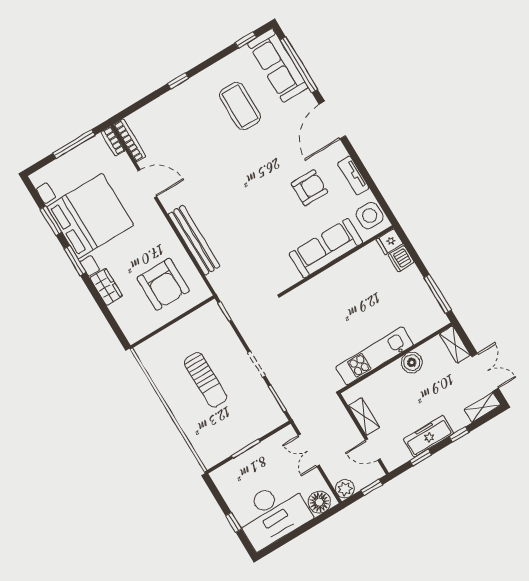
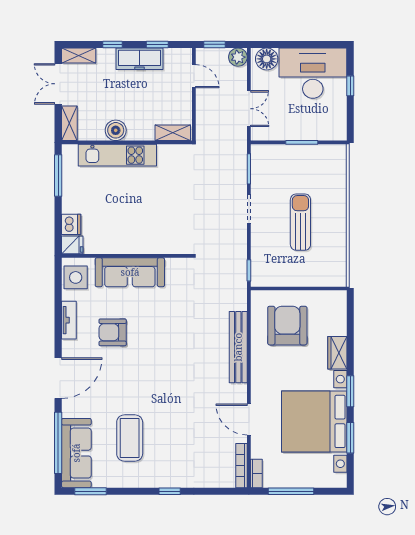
window: (246, 40) -> (91, 491), width x1.50
kitchen unit: (375, 356) -> (117, 155), moved
shelving: (364, 417) -> (173, 133), moved, turned 90

